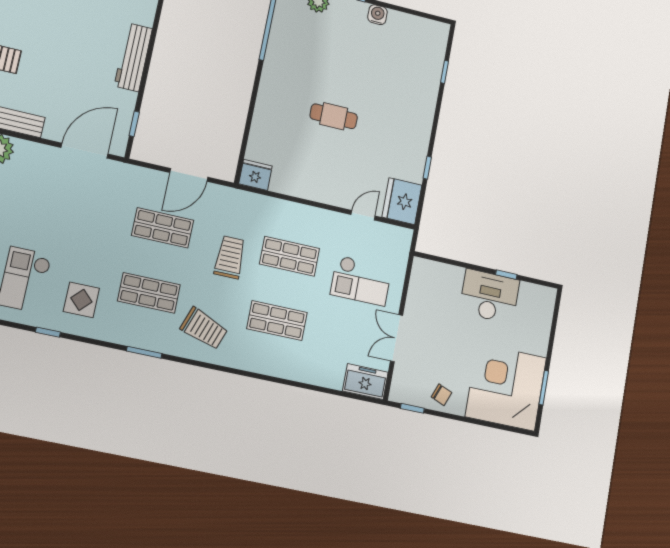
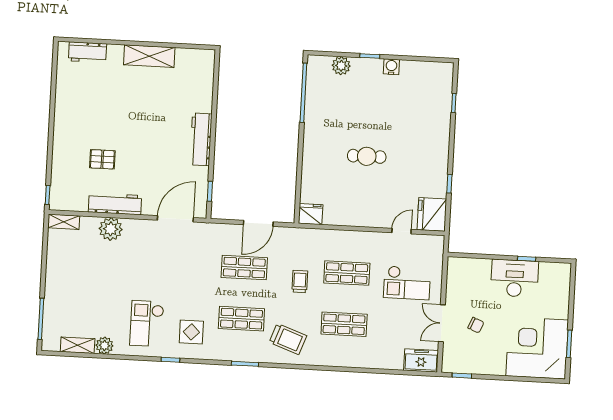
trolley: (230, 257) -> (300, 281), width x0.73, depth x0.72
chair: (441, 395) -> (476, 325), moved

